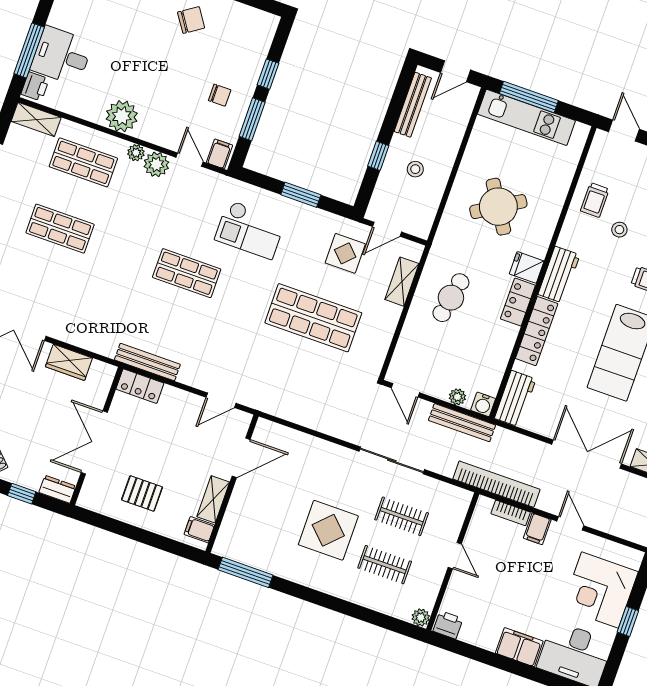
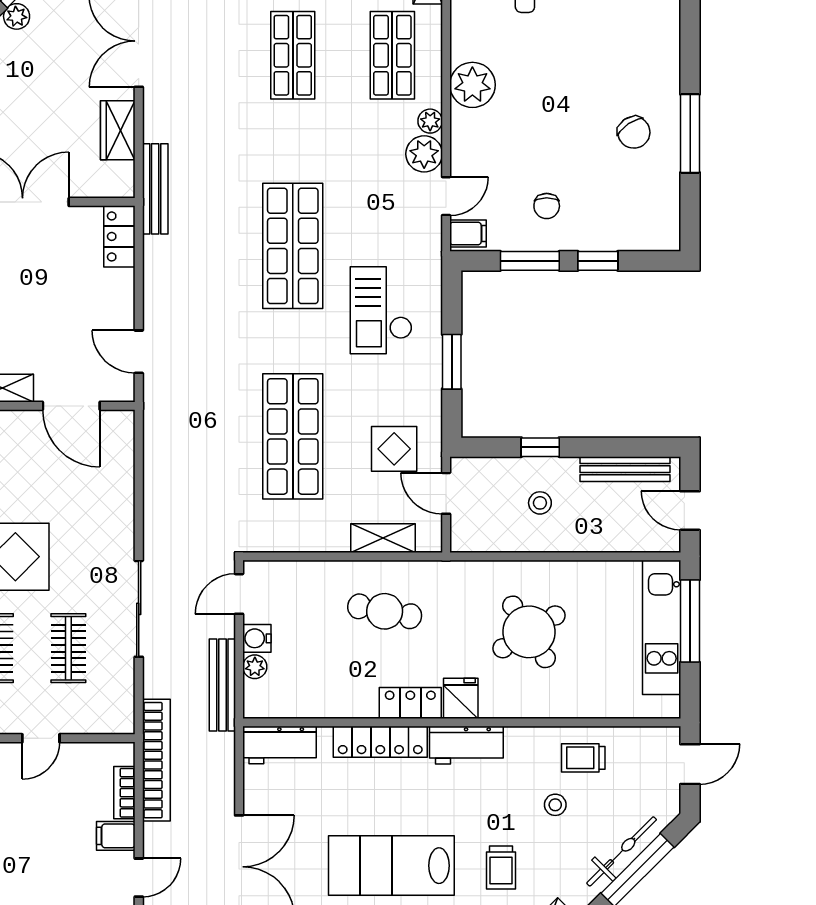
shop shelf: (187, 273) -> (293, 246), width x1.43, depth x1.36
bench: (147, 362) -> (155, 189), moved
water cooler: (483, 404) -> (257, 638), moved

